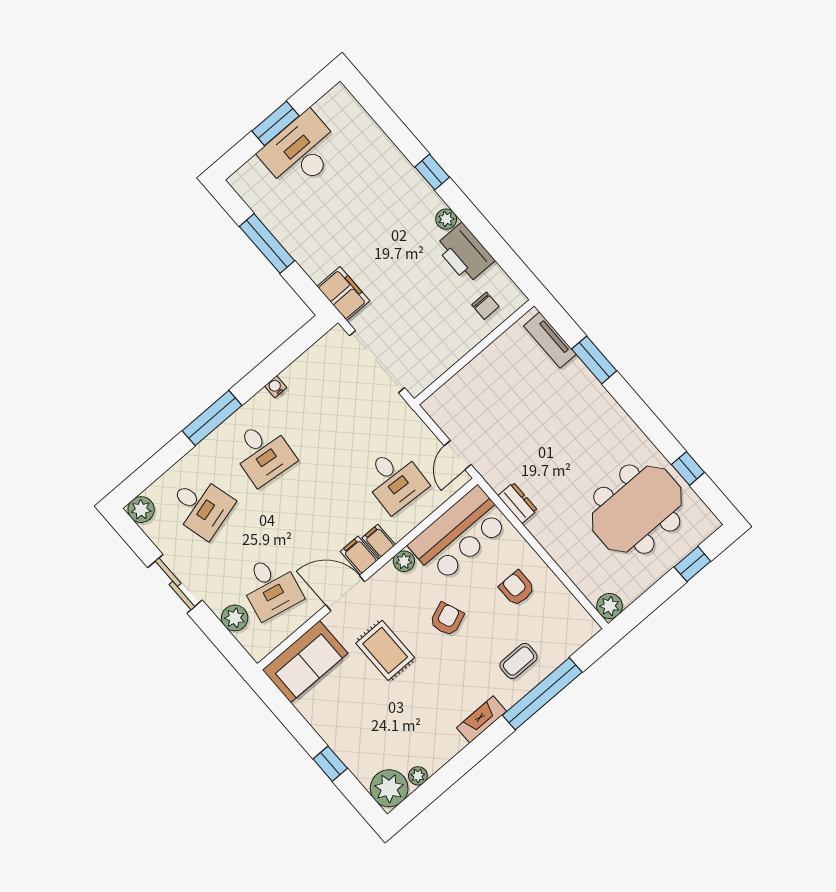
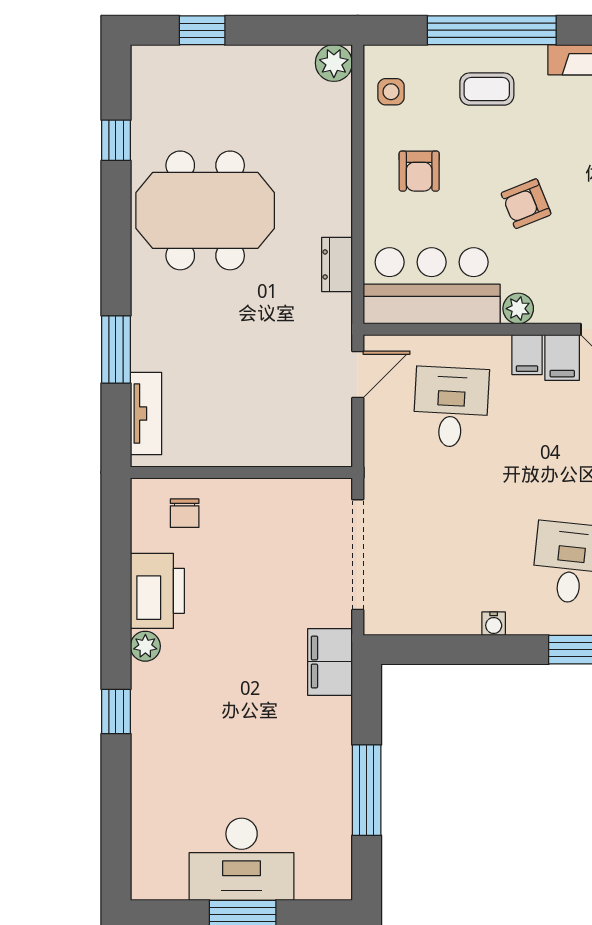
chair: (485, 306) -> (185, 513), turned 180
meeting table: (637, 509) -> (205, 210), moved
side table: (567, 617) -> (391, 92), added

